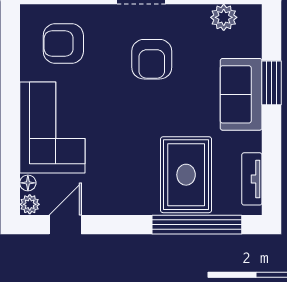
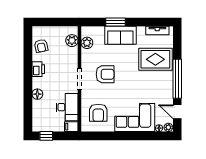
window: (197, 225) -> (177, 79), moved

